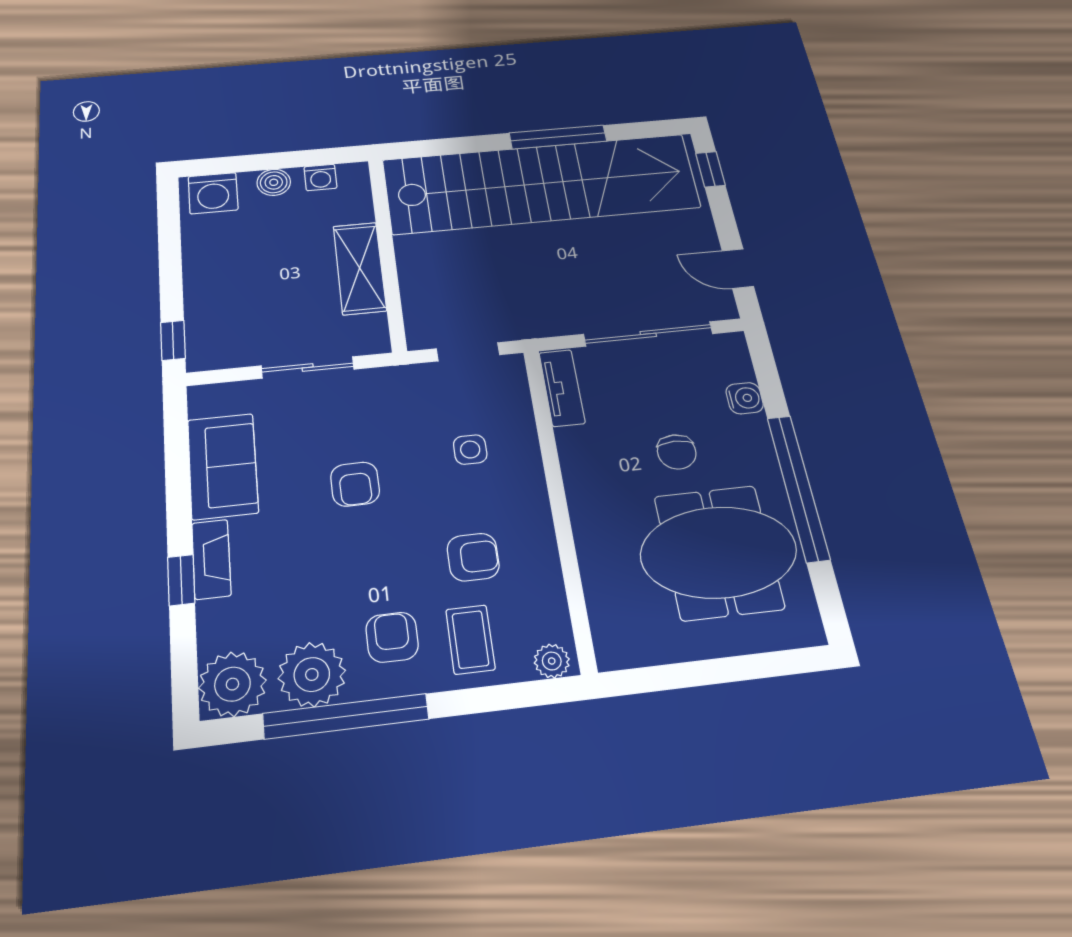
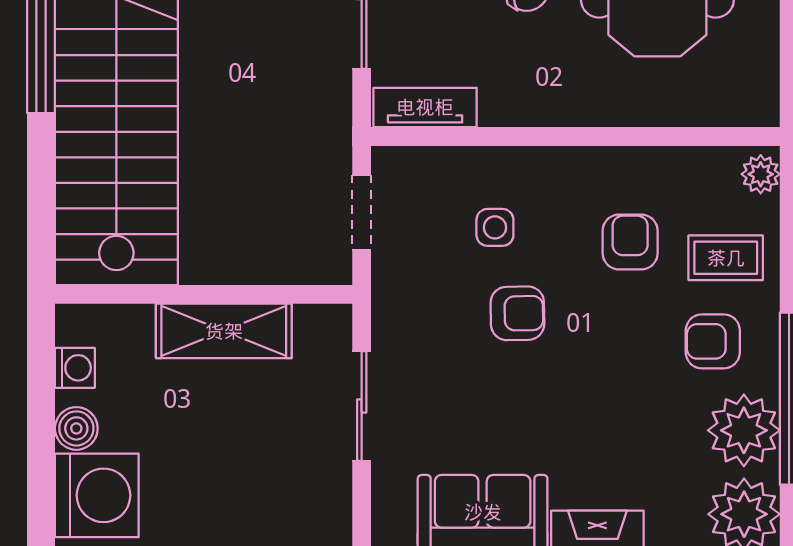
washing machine: (213, 193) -> (97, 495), width x1.37, depth x1.37
armchair: (355, 484) -> (517, 313), moved

